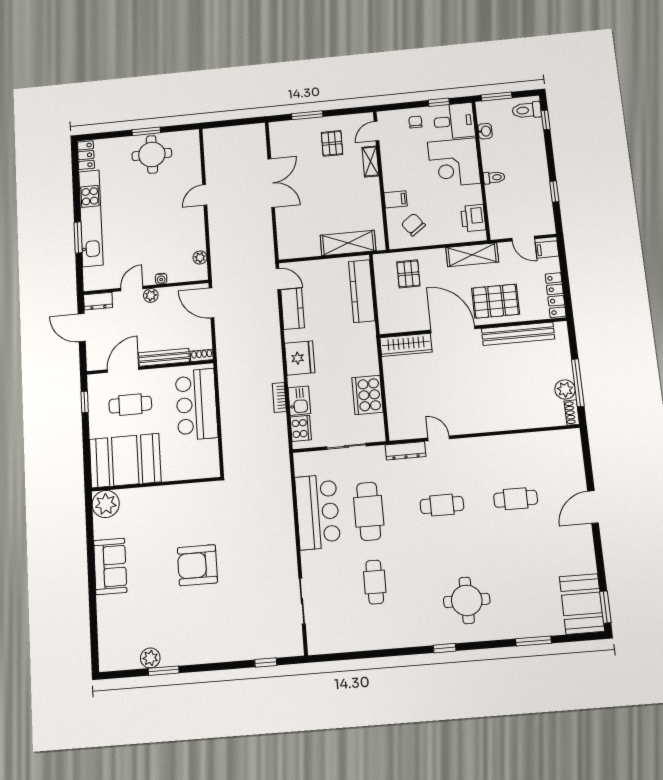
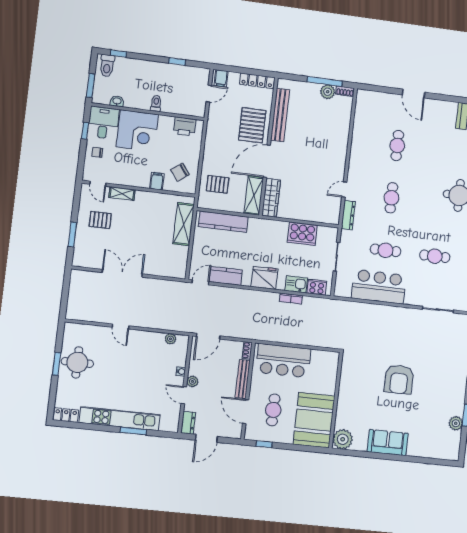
shelving: (472, 255) -> (254, 195), moved
cafe table: (369, 511) -> (386, 250), width x0.73, depth x0.74

